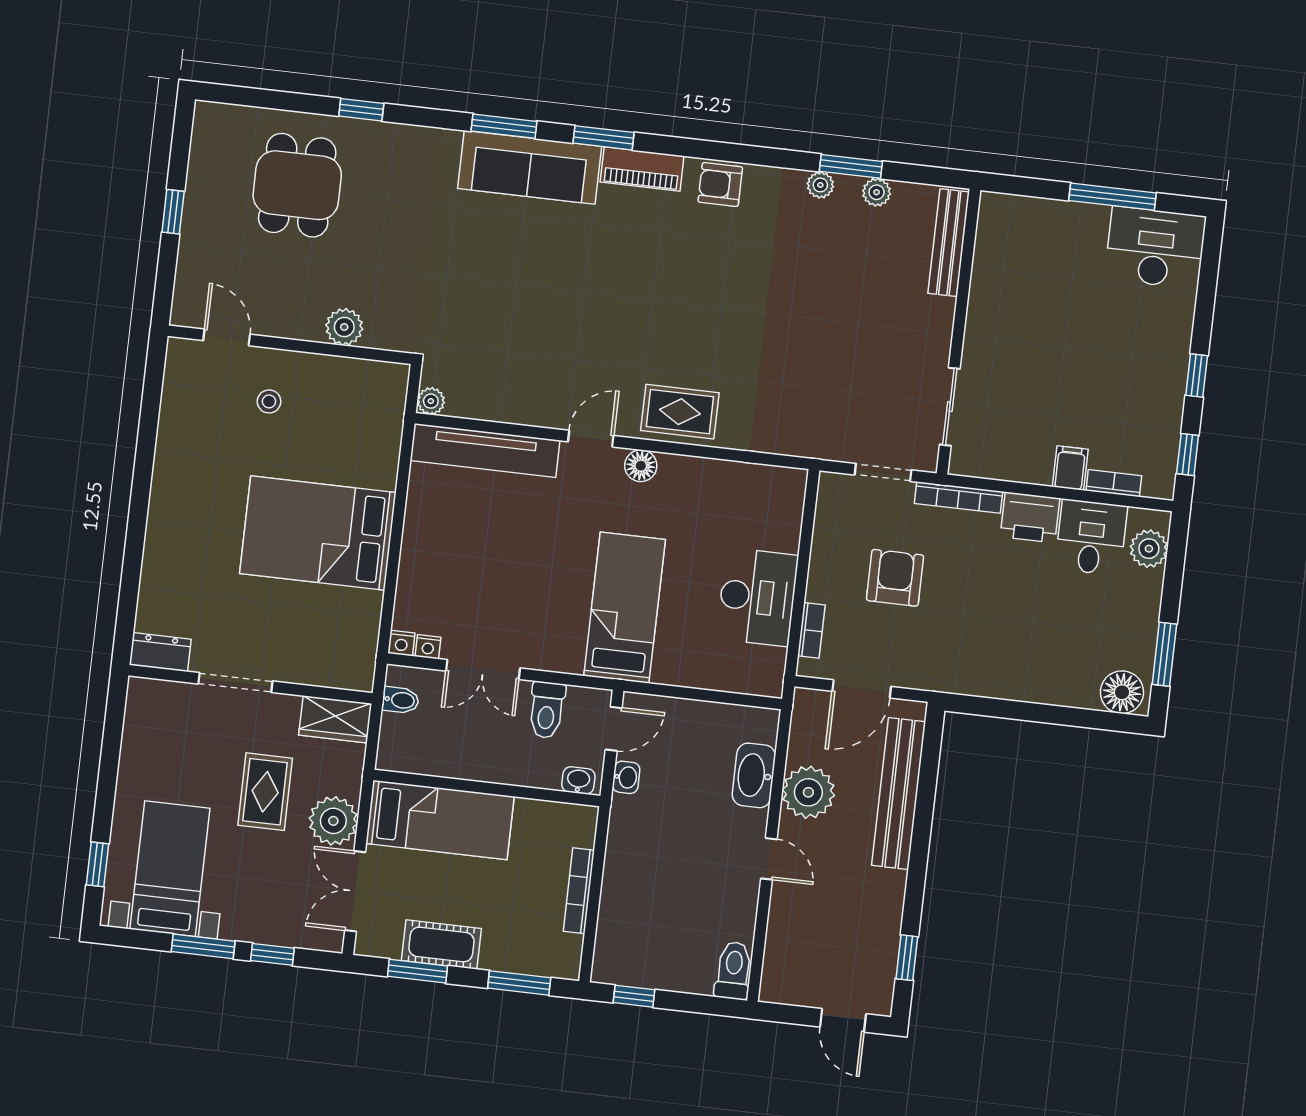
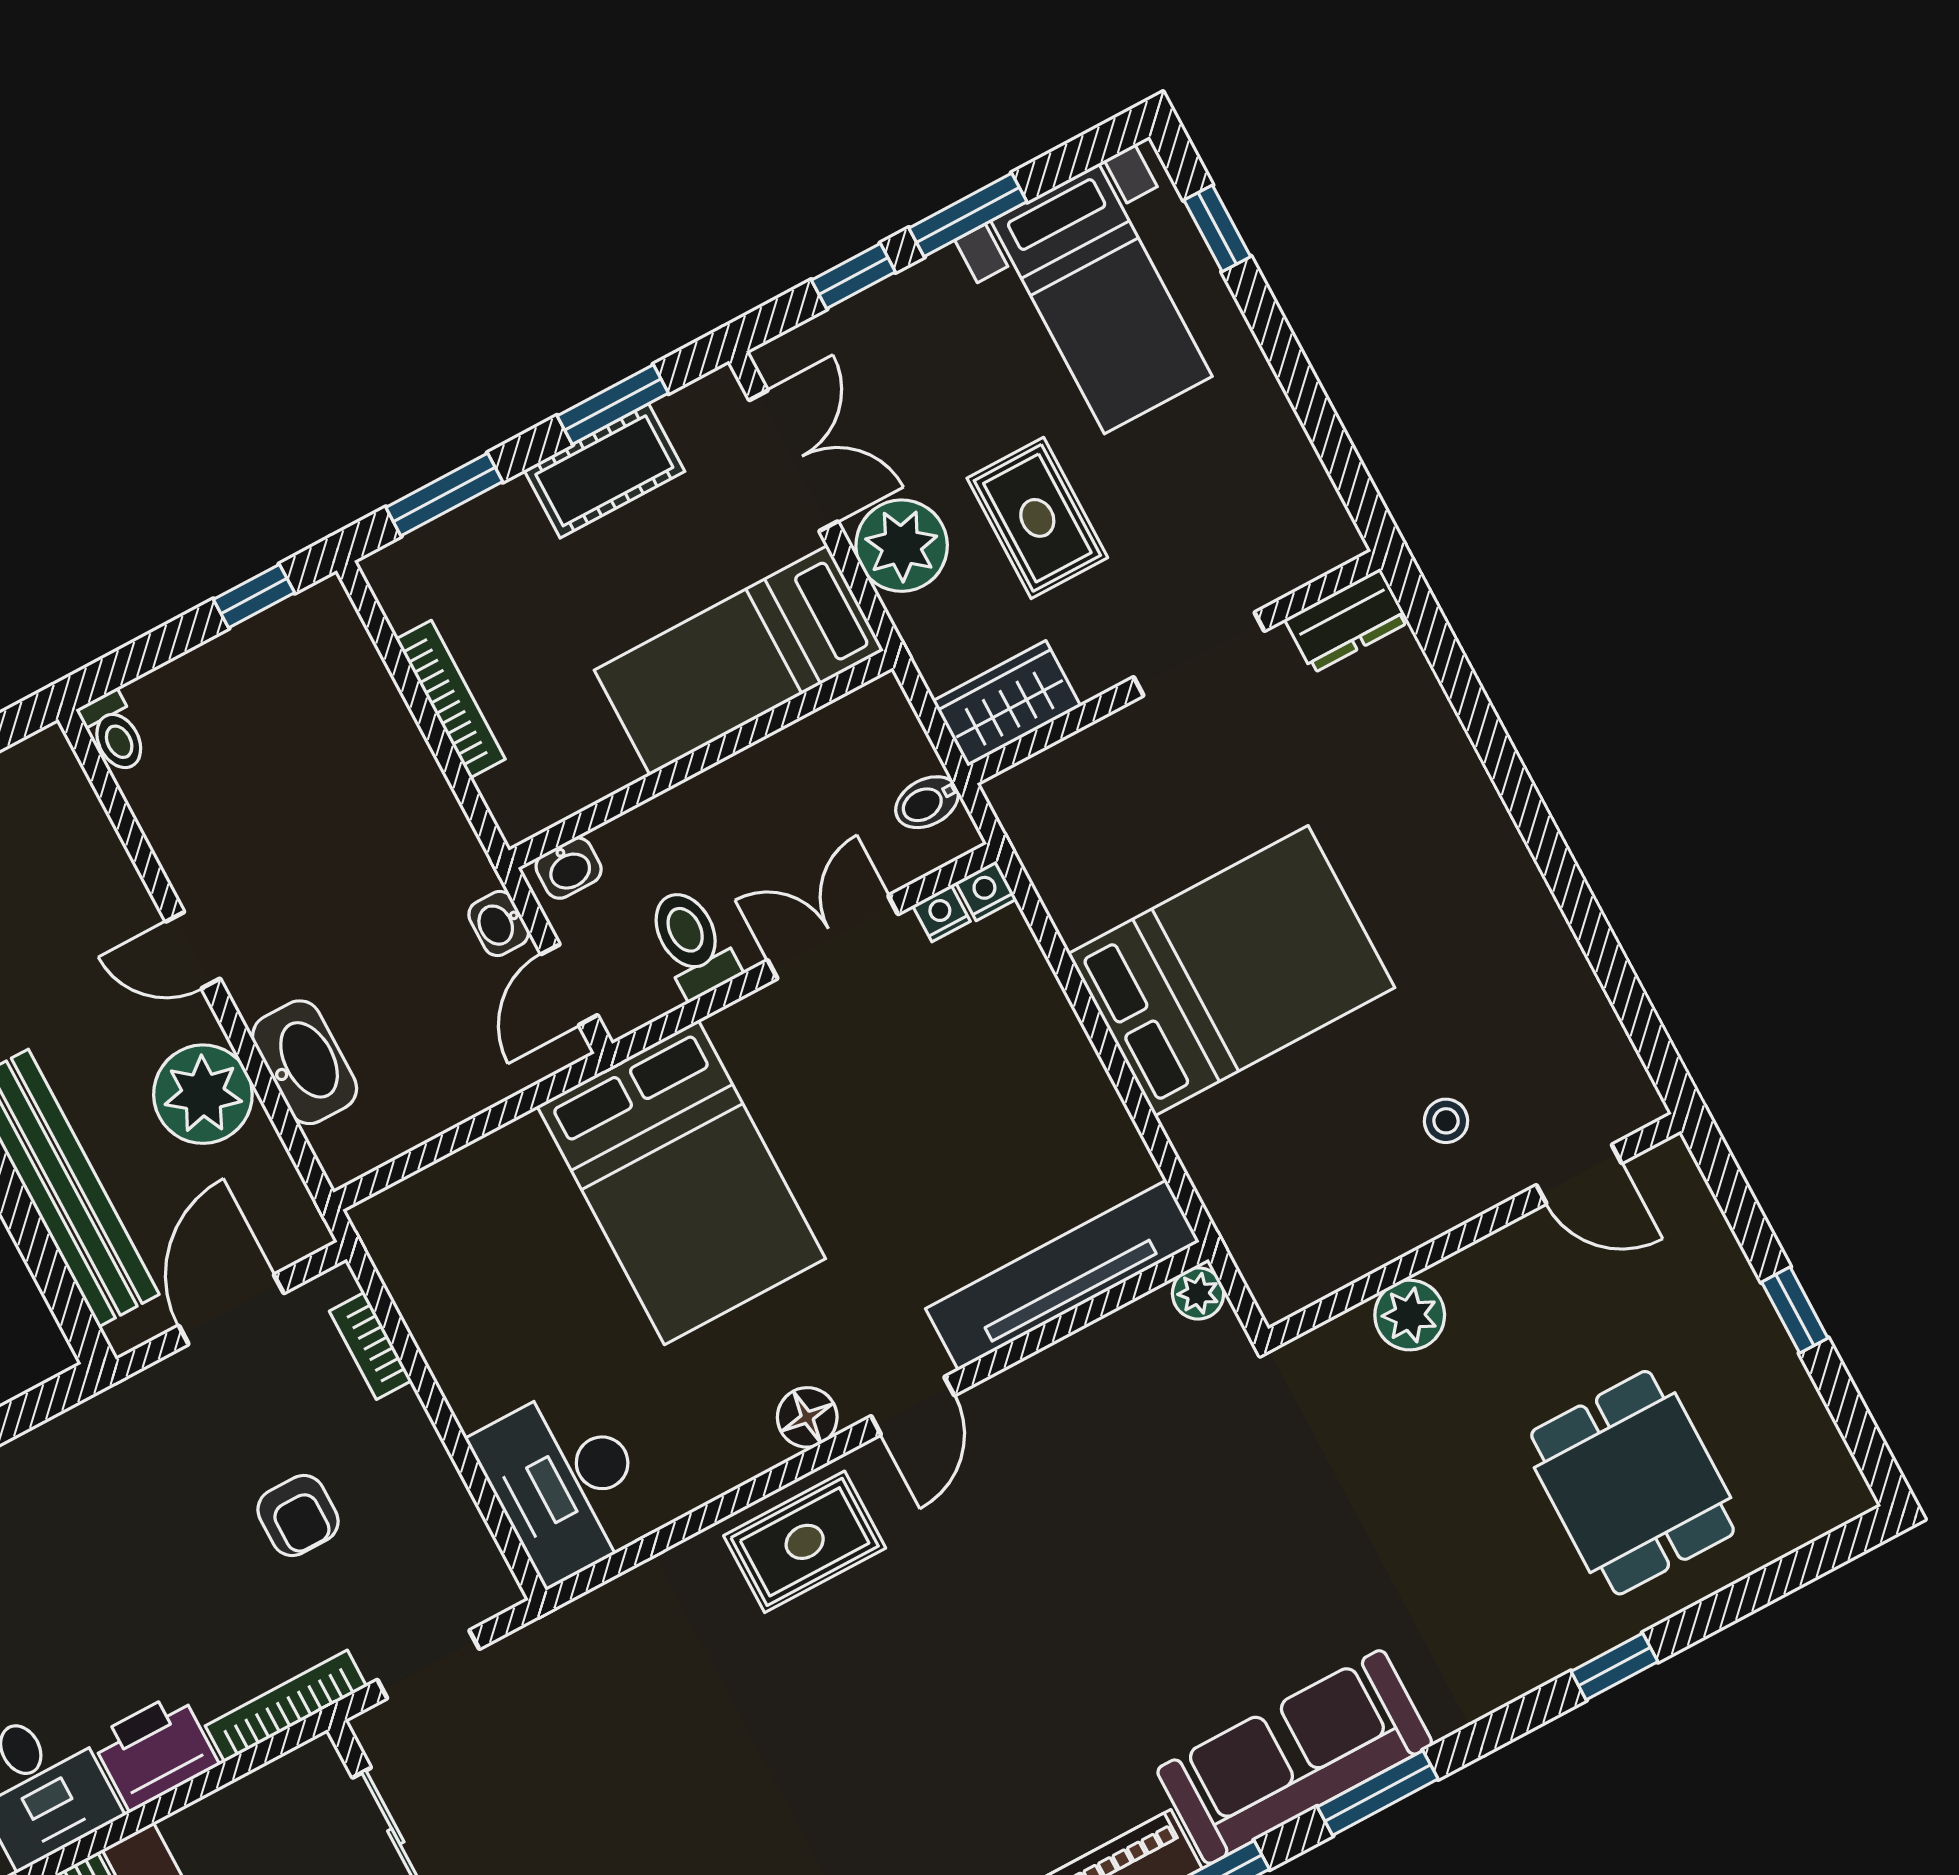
armchair: (895, 578) -> (298, 1516), width x0.72, depth x0.72
desk: (757, 597) -> (565, 1483), moved
bed: (625, 608) -> (681, 1182), width x1.50
toilet: (733, 970) -> (114, 732), width x0.73, depth x0.72

